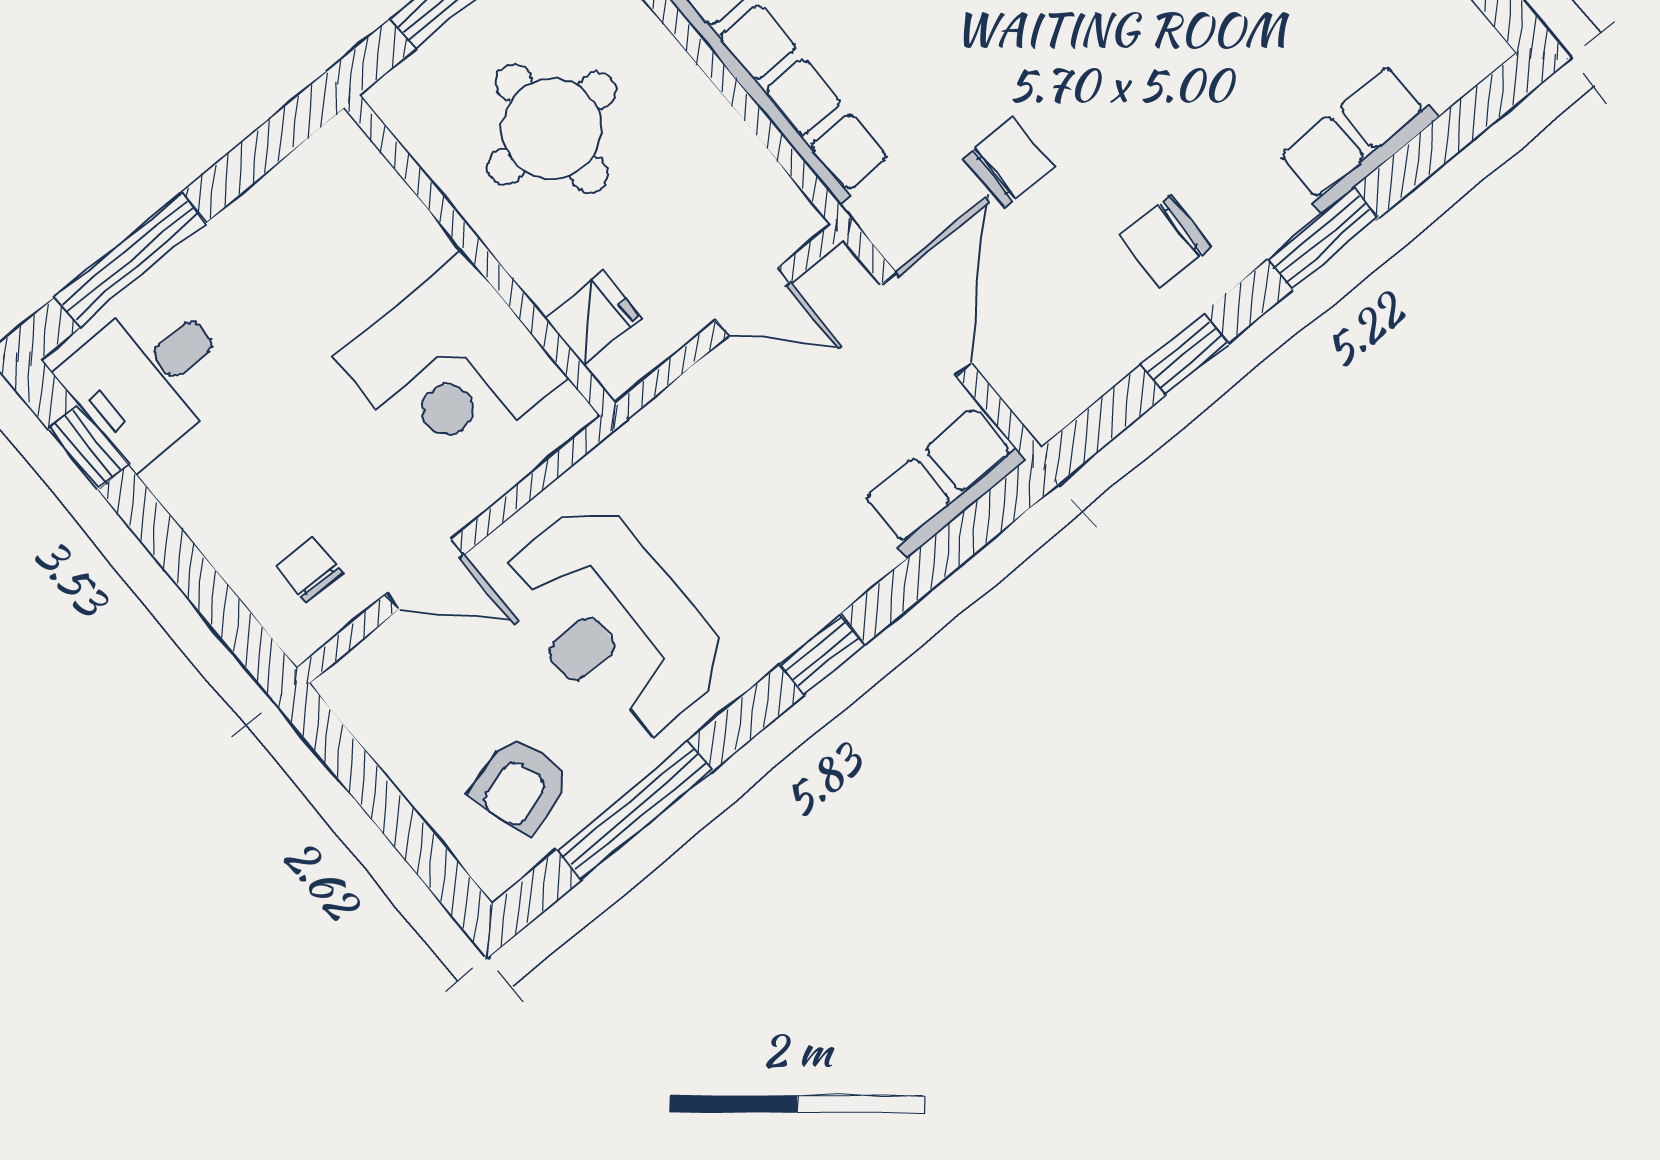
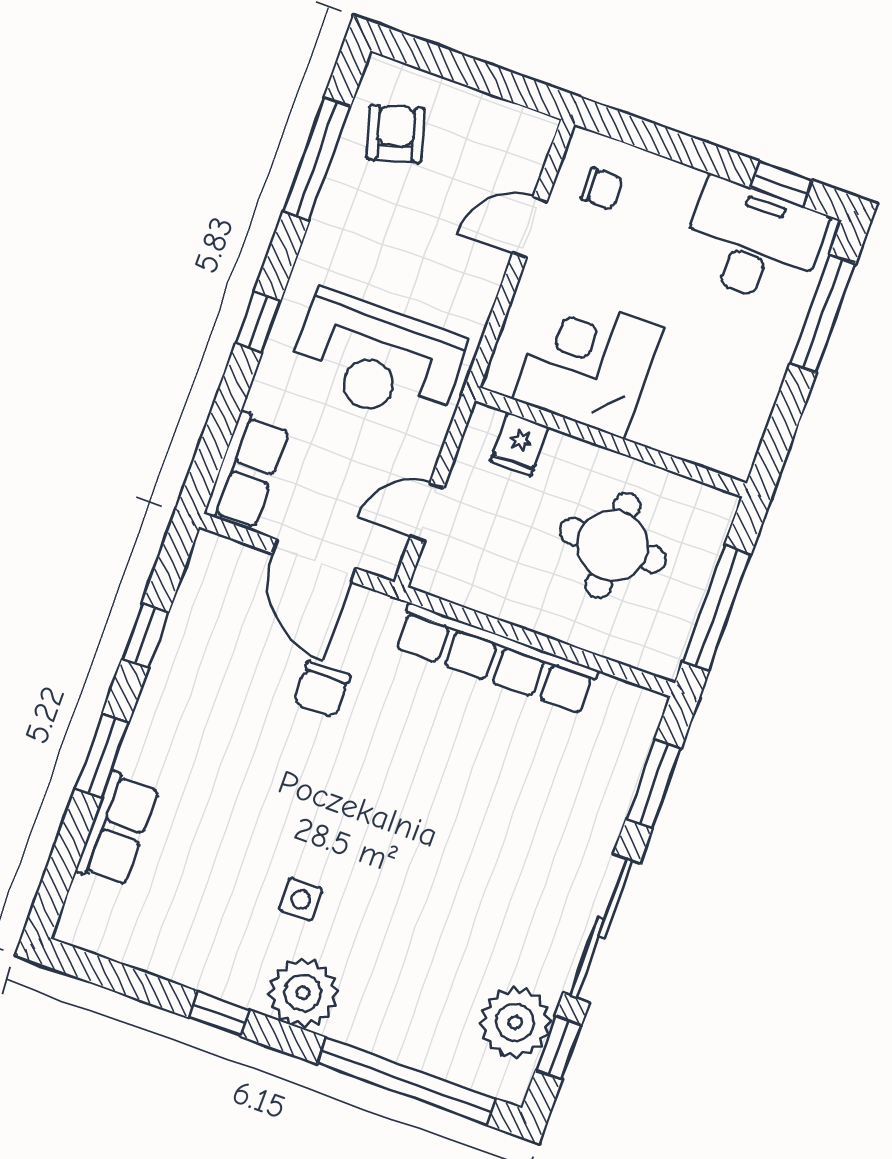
chair: (1165, 241) -> (198, 697), removed
desk: (148, 377) -> (753, 243), width x1.37
reception desk: (613, 622) -> (377, 359), moved, turned 180

